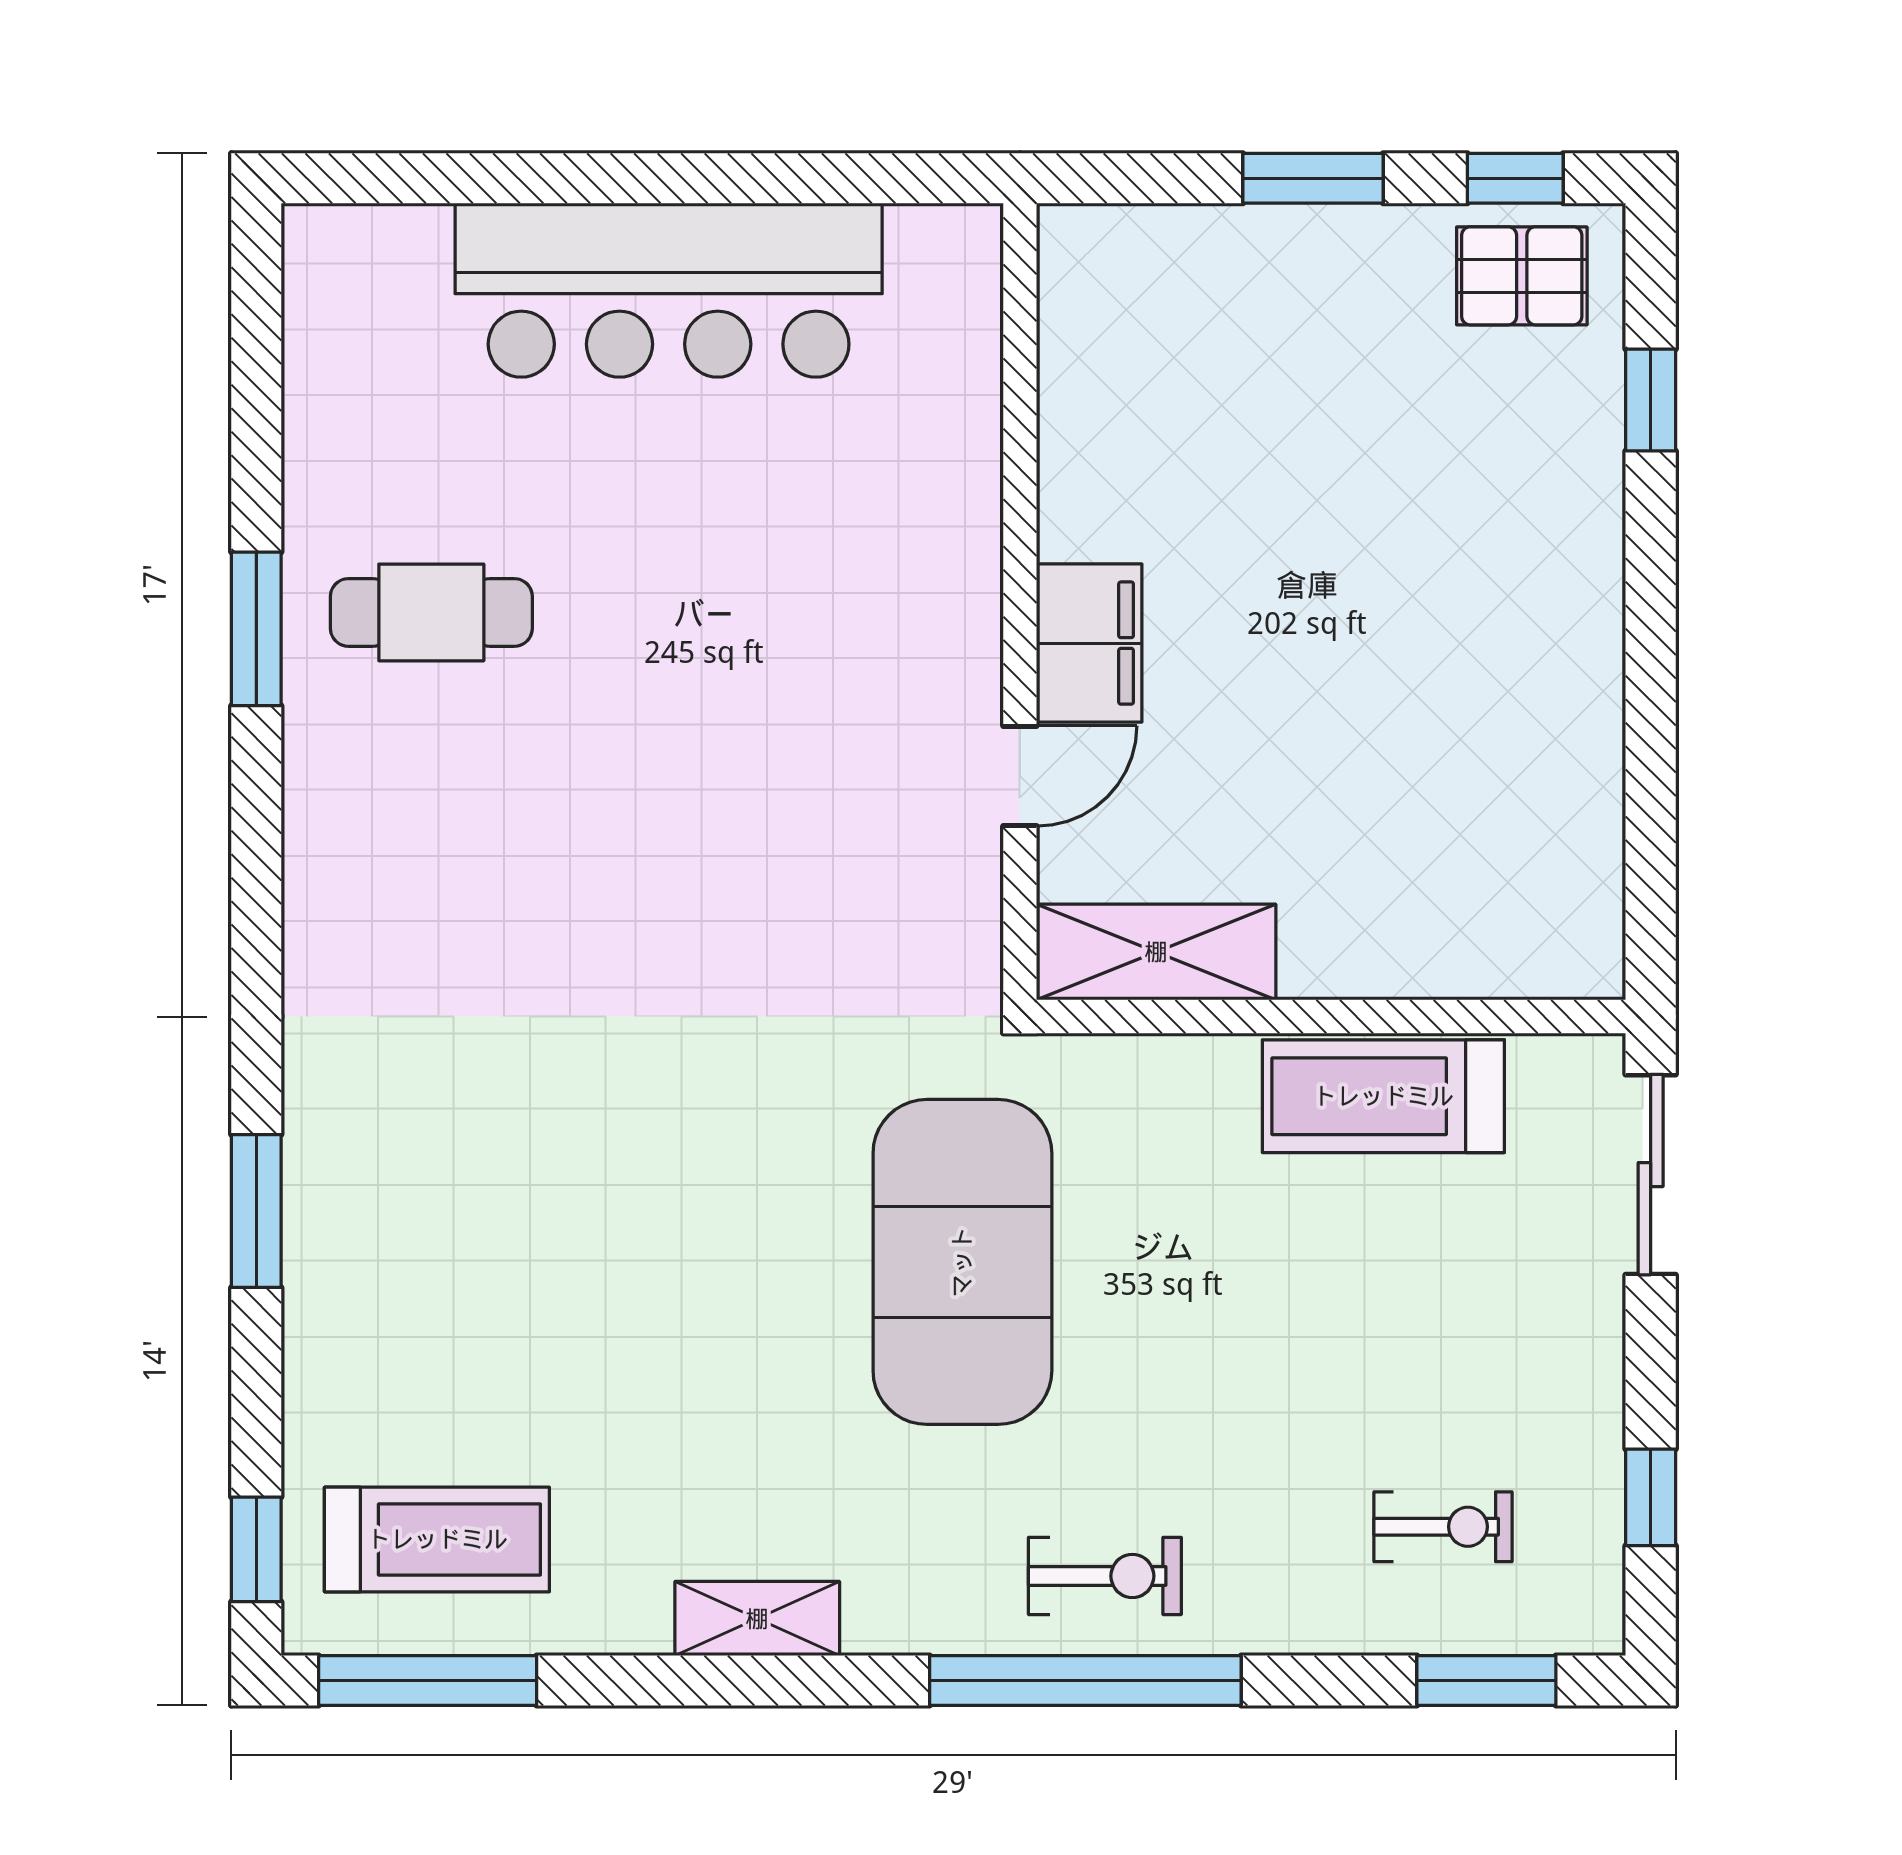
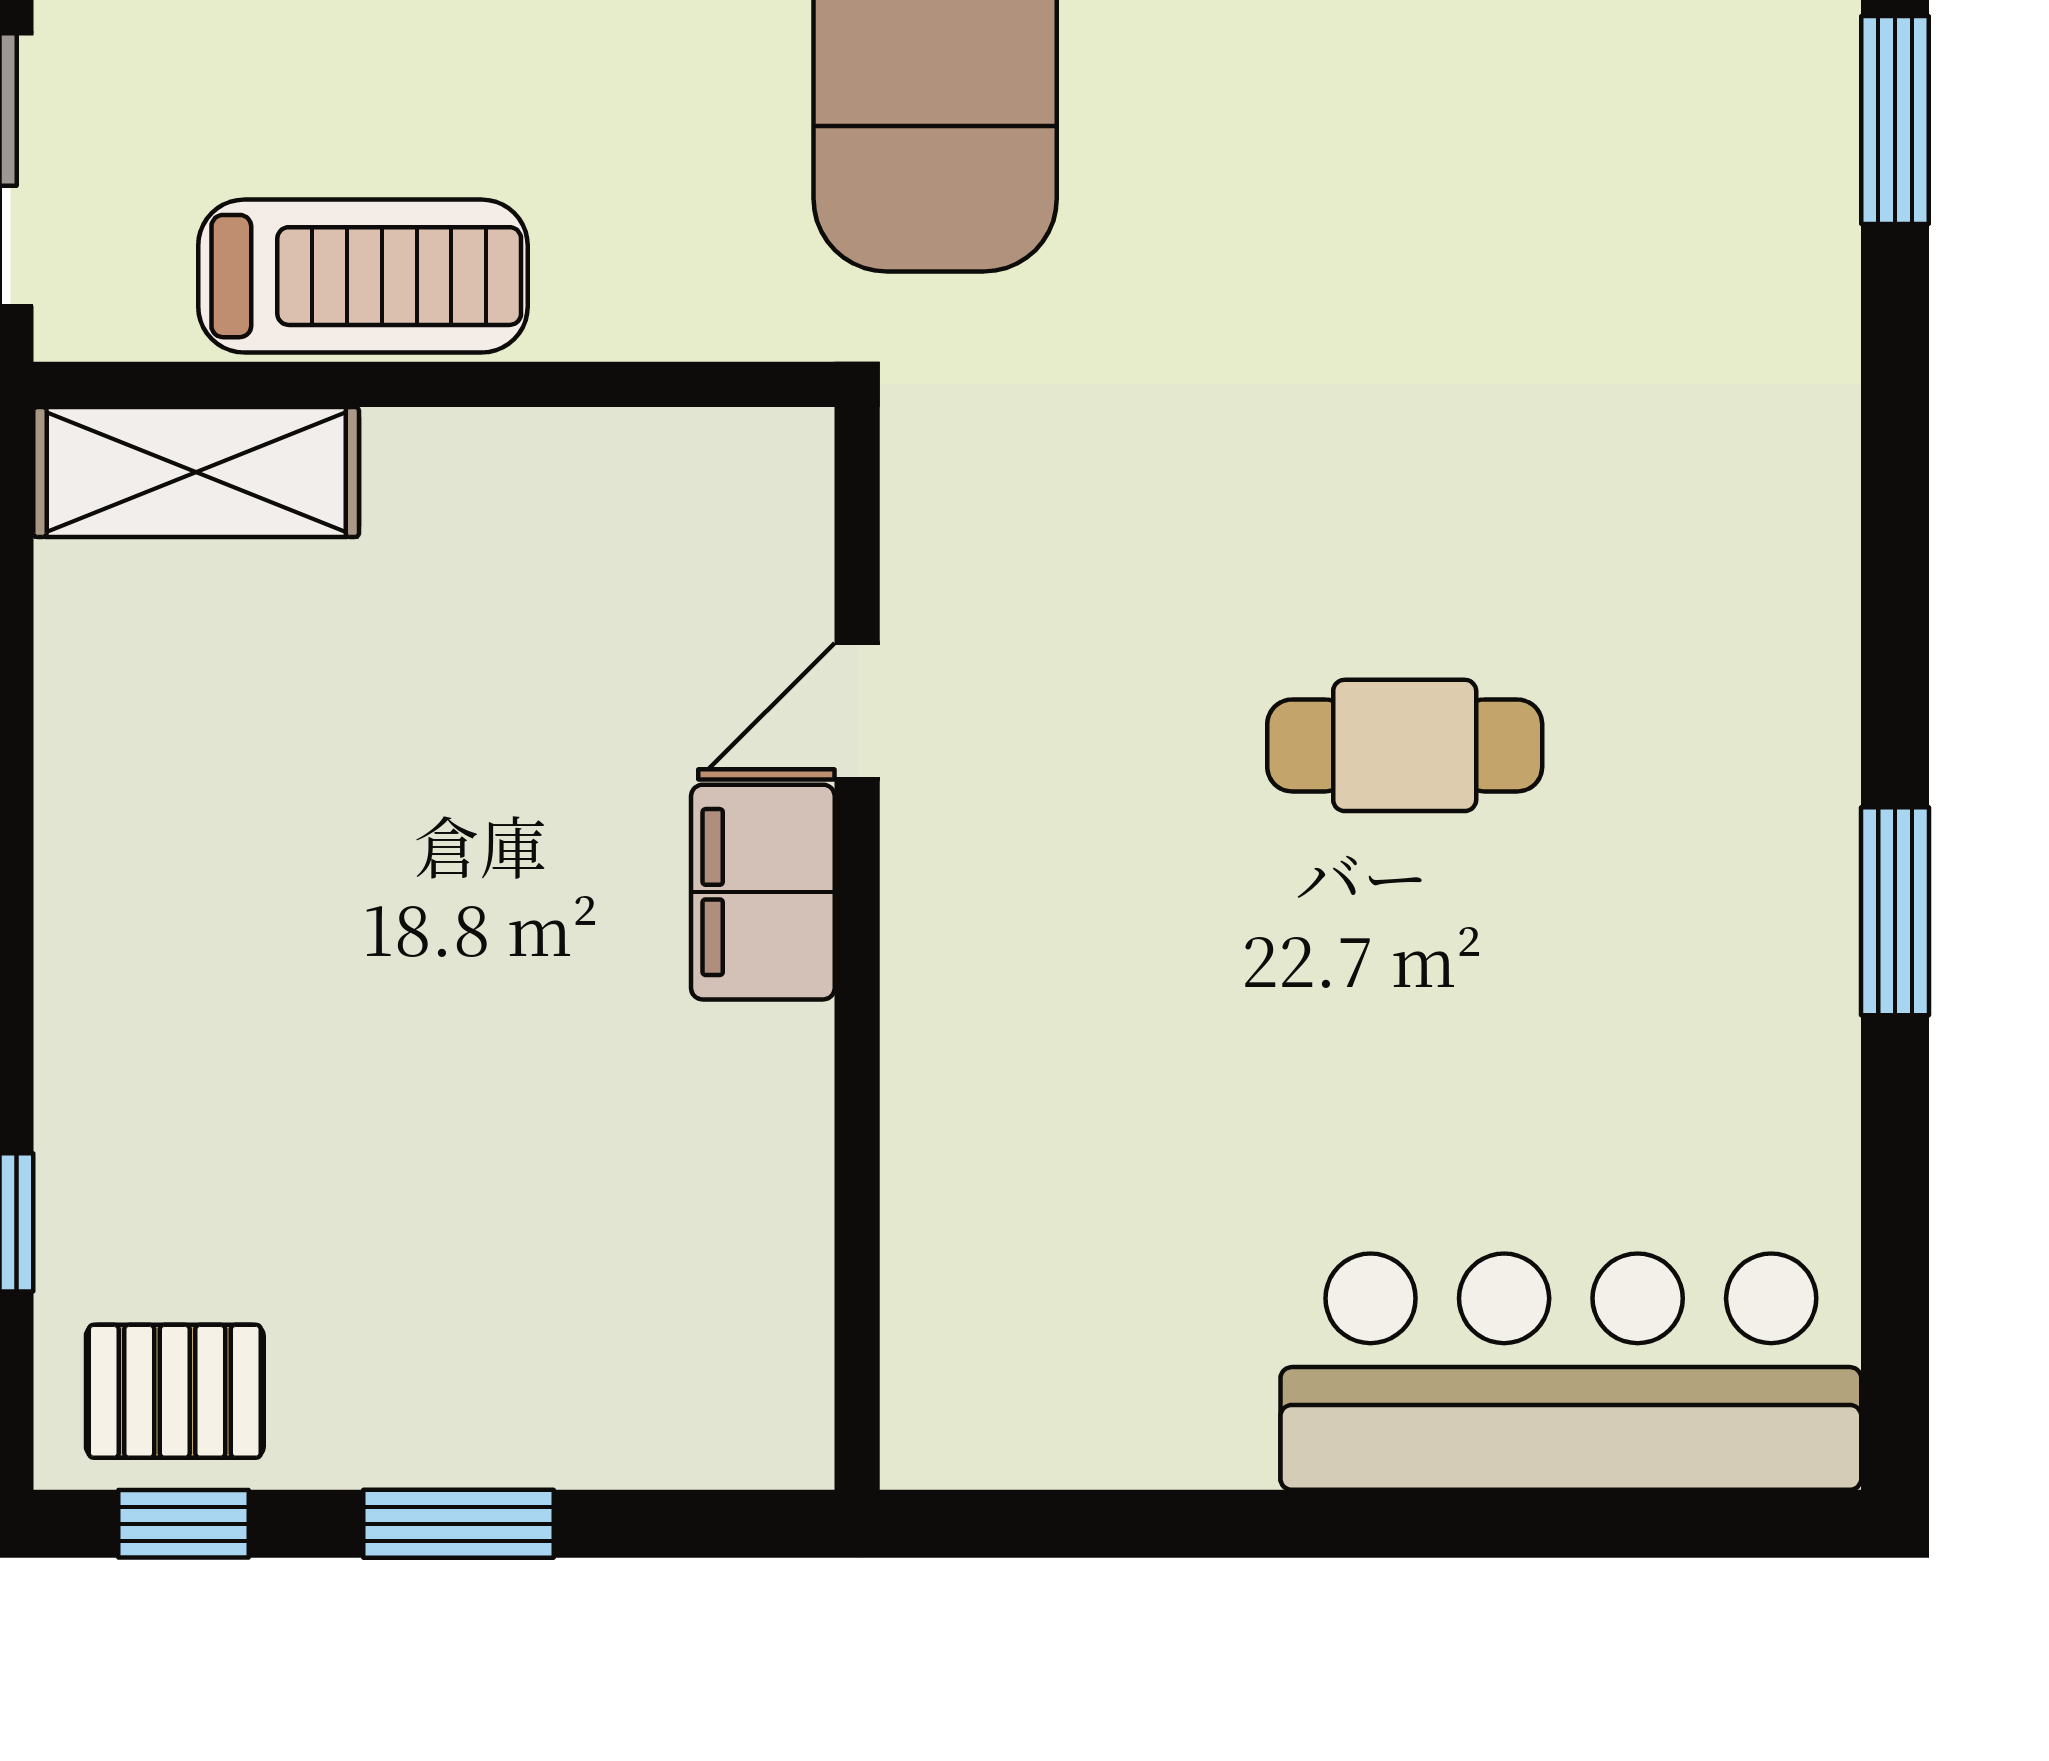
bar counter: (669, 290) -> (1571, 1372), moved
cafe table: (431, 612) -> (1405, 745), moved
shelving: (1156, 952) -> (196, 472), moved

